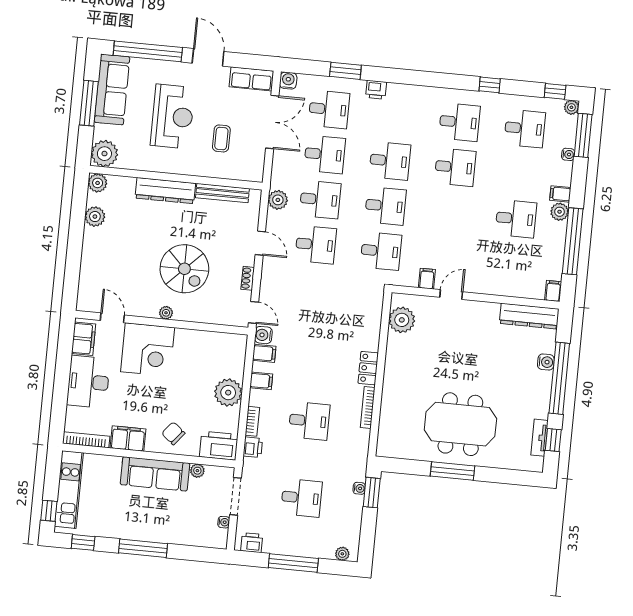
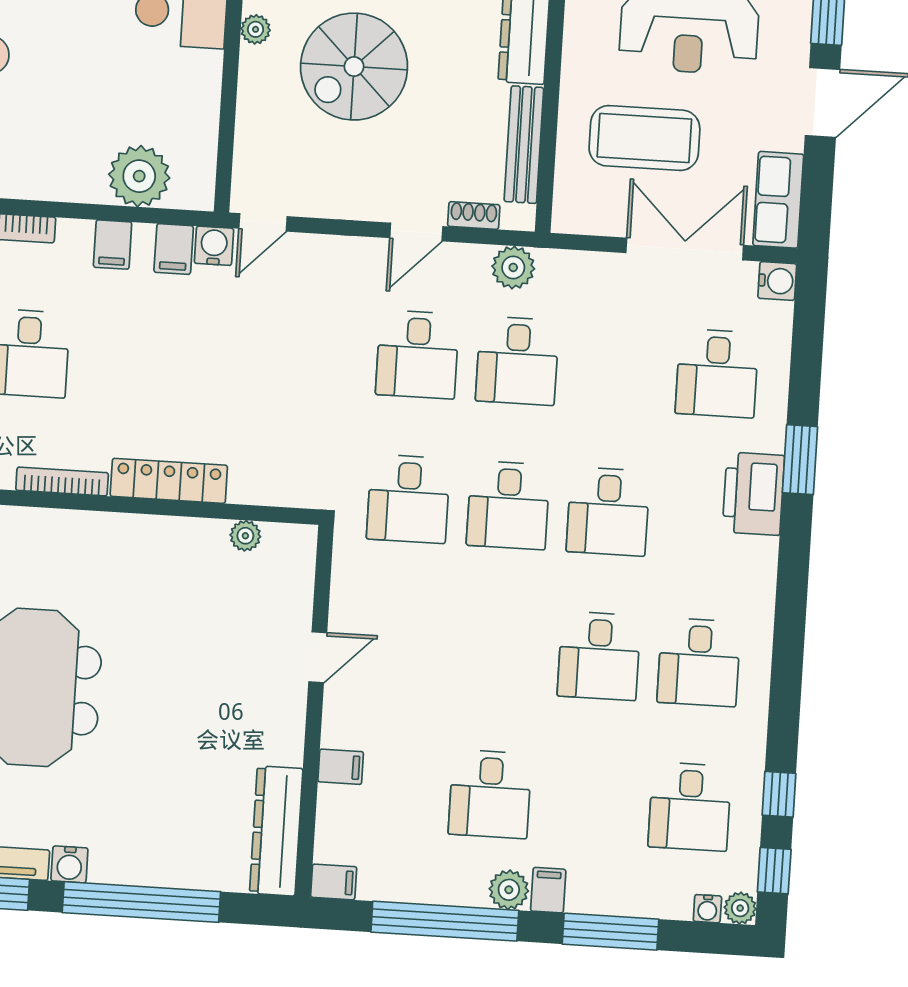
window: (345, 71) -> (800, 460), moved
window: (490, 85) -> (779, 794), moved
printer: (376, 90) -> (753, 494), width x1.87, depth x1.48
double door: (272, 122) -> (685, 249), swing flipped
window: (583, 135) -> (610, 932), moved
coffee table: (221, 138) -> (644, 138), width x1.86, depth x1.72
desk: (325, 154) -> (617, 367), removed
water cooler: (568, 154) -> (707, 909), moved
shoe rack: (248, 278) -> (474, 215), moved
filing cabinet: (427, 279) -> (341, 767), moved
door: (451, 295) -> (318, 657), hinge flipped
plant: (402, 320) -> (245, 536), width x0.53, depth x0.53
water cooler: (546, 362) -> (69, 864), moved
locker: (368, 368) -> (169, 481), width x1.53
plant: (228, 393) -> (139, 176), moved

